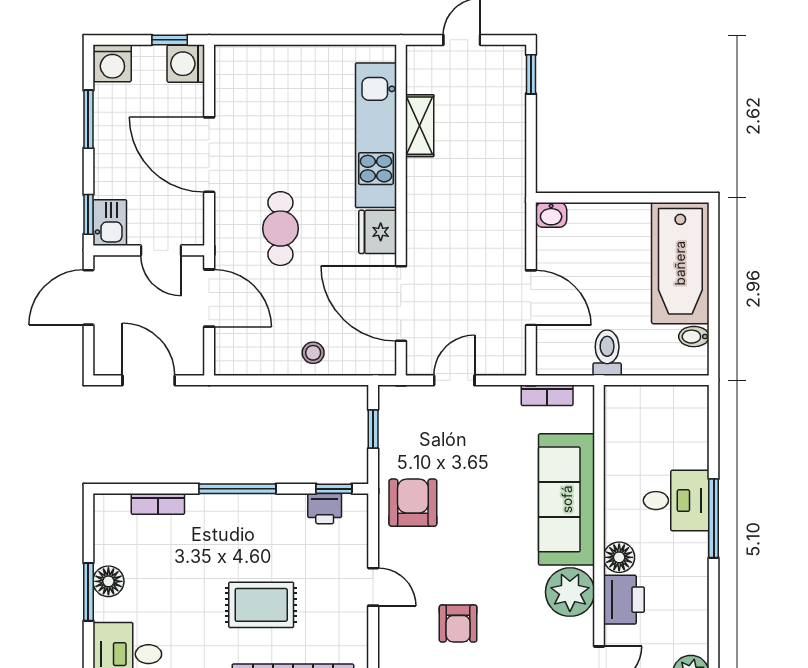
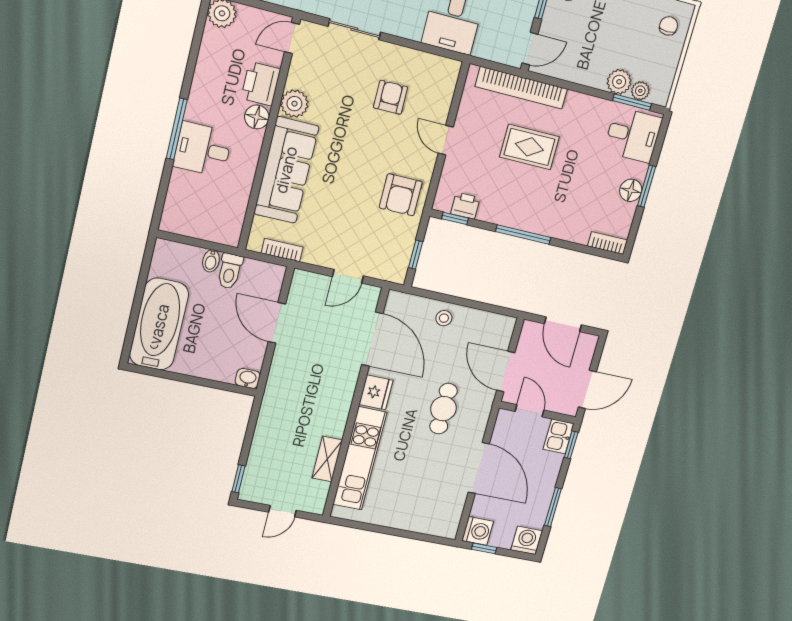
bidet: (694, 337) -> (211, 261), moved, turned 90
bookcase: (158, 504) -> (607, 243), moved
plant: (570, 592) -> (294, 104), width x0.73, depth x0.73

